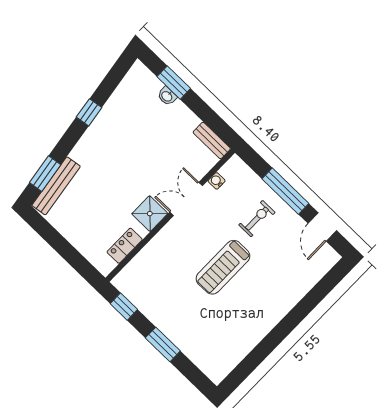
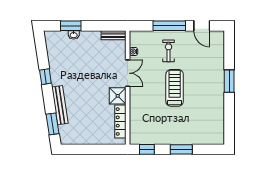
bench: (56, 186) -> (60, 105), moved
double door: (186, 199) -> (128, 73), swing flipped
locker: (125, 246) -> (120, 122), width x1.53
treadmill: (223, 267) -> (175, 88), turned 180
window: (292, 320) -> (229, 81), added

